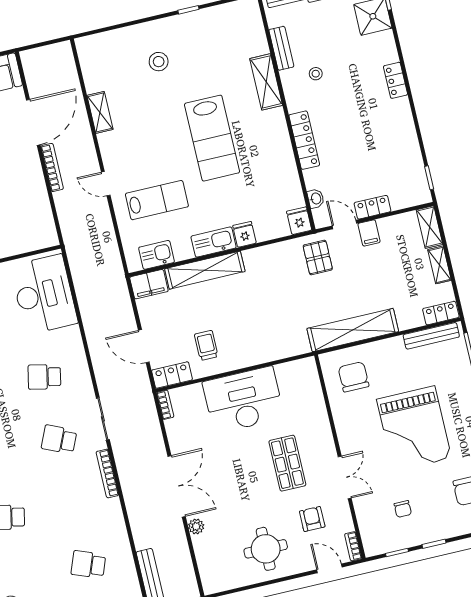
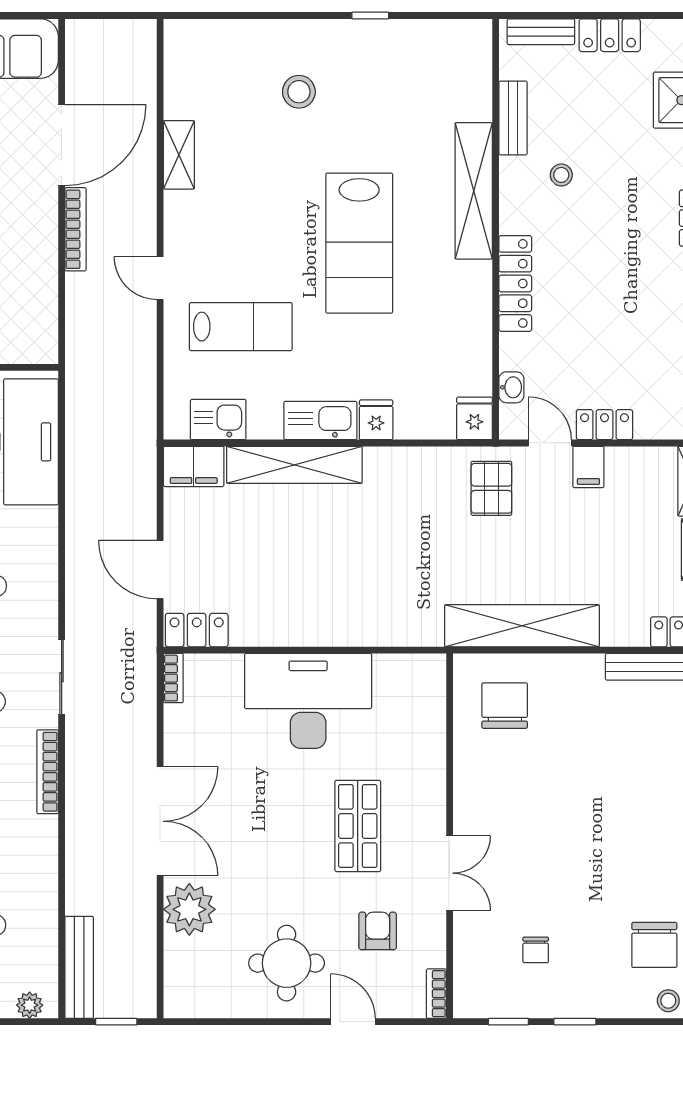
shelving: (266, 82) -> (474, 191), width x1.47
trolley: (206, 345) -> (267, 593), removed
grand piano: (414, 429) -> (587, 818), removed
plant: (196, 526) -> (189, 909), width x1.88, depth x1.88
door: (329, 568) -> (353, 1022), moved

